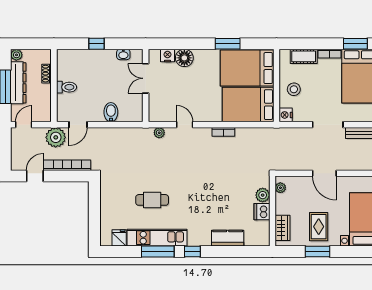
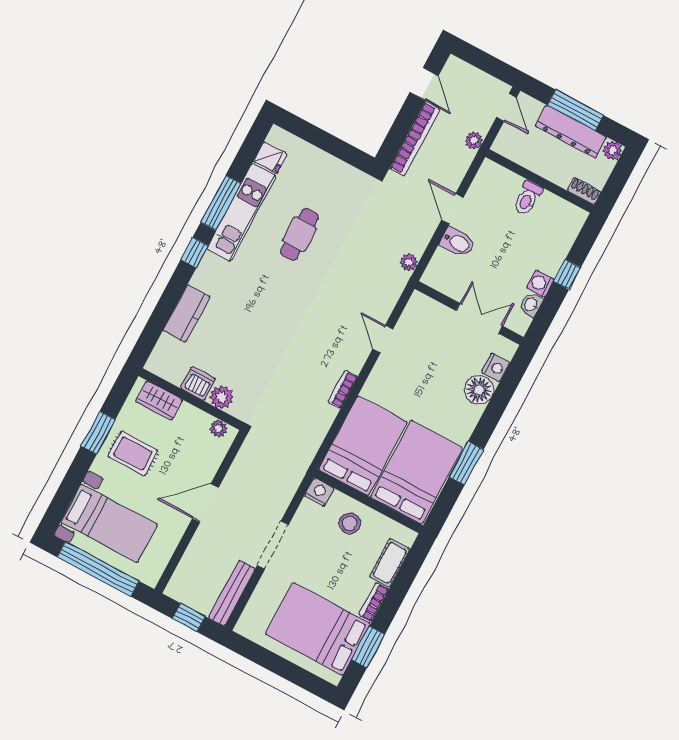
washing machine: (109, 56) -> (540, 284), added
shoe rack: (47, 74) -> (584, 191), moved
door: (78, 125) -> (452, 209), moved
door: (185, 125) -> (383, 339), swing flipped
plant: (159, 133) -> (409, 262), moved
plant: (56, 137) -> (474, 141), width x0.53, depth x0.53

